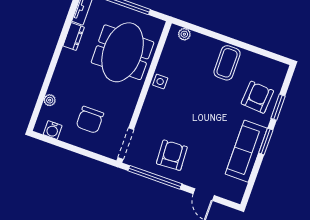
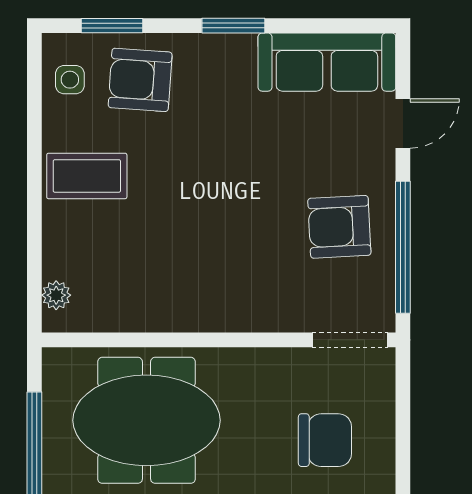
side table: (160, 82) -> (70, 80), moved
window: (278, 107) -> (112, 26), moved
sofa: (246, 151) -> (327, 62), moved

